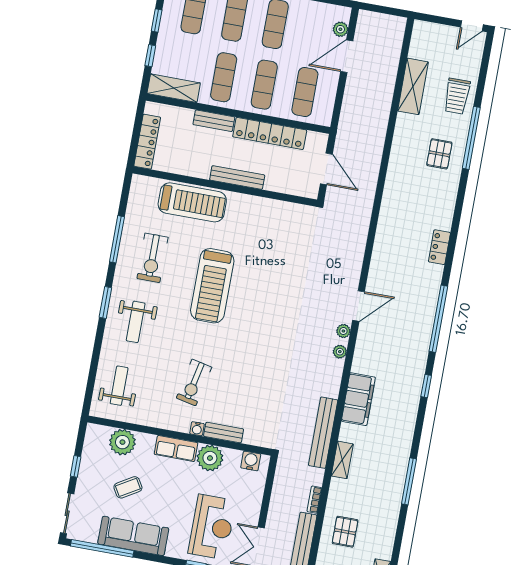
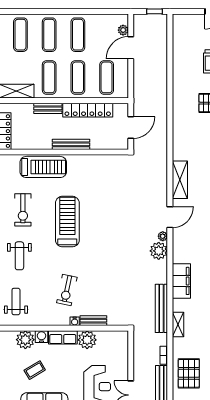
window: (390, 11) -> (155, 11), added
shelving: (413, 86) -> (180, 180), moved
door: (326, 169) -> (131, 127), hinge flipped
treadmill: (212, 286) -> (67, 222), turned 180
plant: (340, 352) -> (159, 251), width x1.88, depth x1.88
water cooler: (251, 461) -> (41, 337), moved
pallet: (345, 532) -> (189, 373), width x1.50, depth x1.42

